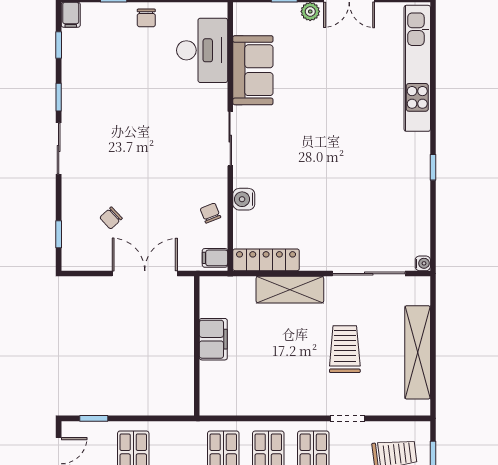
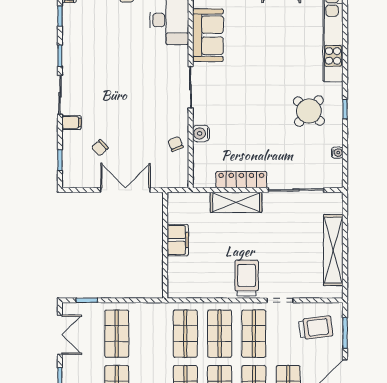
round table: (386, 170) -> (309, 111), added
filing cabinet: (215, 258) -> (72, 122), moved, turned 180
locker: (266, 260) -> (241, 180), moved
water cooler: (423, 263) -> (337, 153), moved
trolley: (345, 349) -> (247, 278), moved

